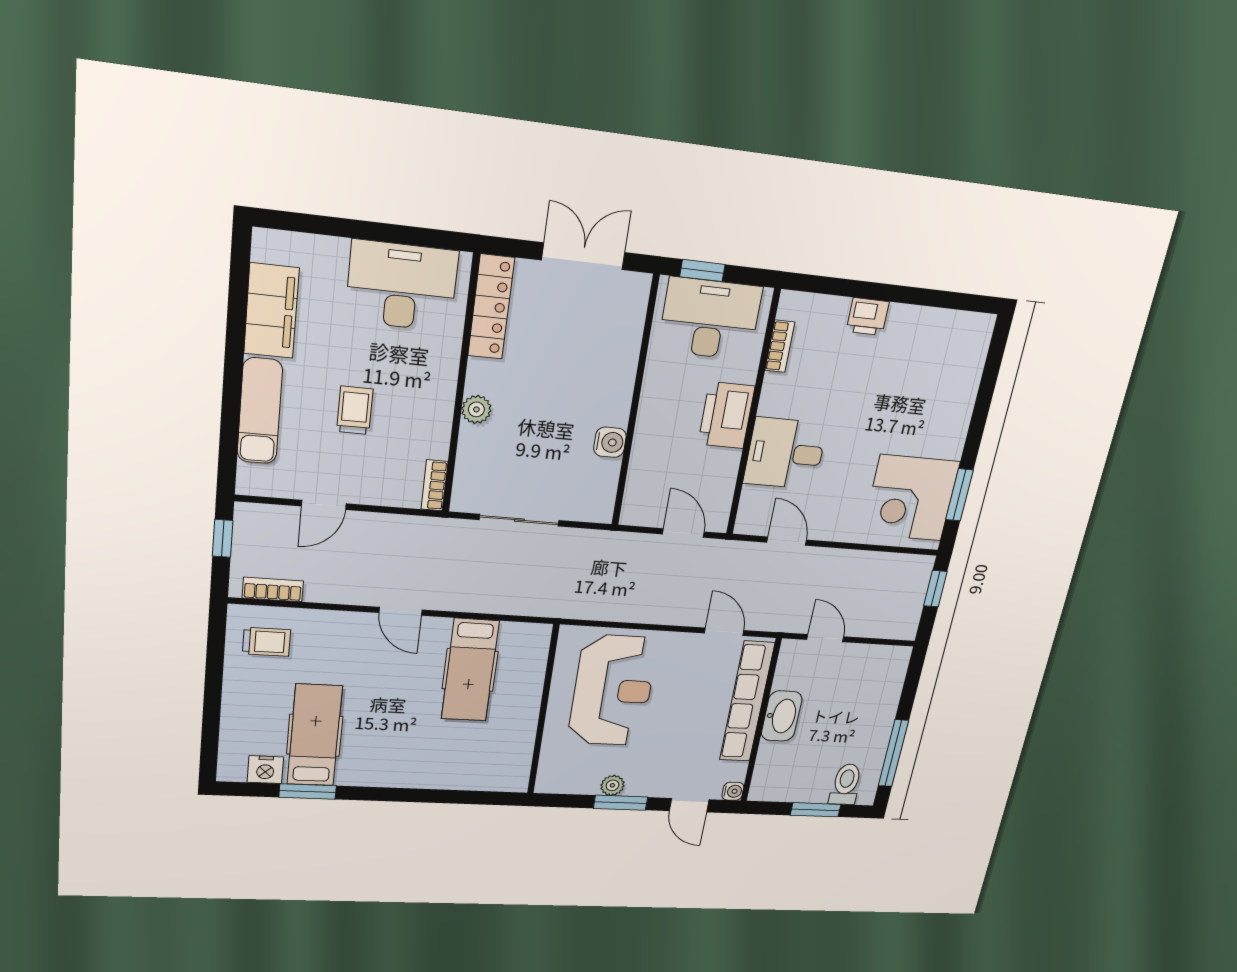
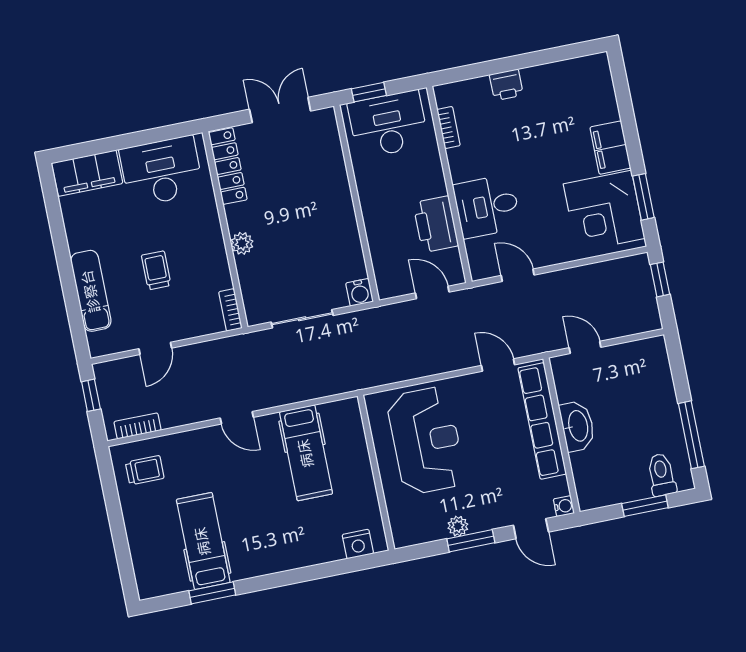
filing cabinet: (271, 311) -> (87, 173), moved, turned 90
printer: (726, 415) -> (436, 224), moved
filing cabinet: (950, 429) -> (610, 148), added
water cooler: (610, 442) -> (360, 292), moved, turned 90
nightstand: (265, 770) -> (358, 544), moved

